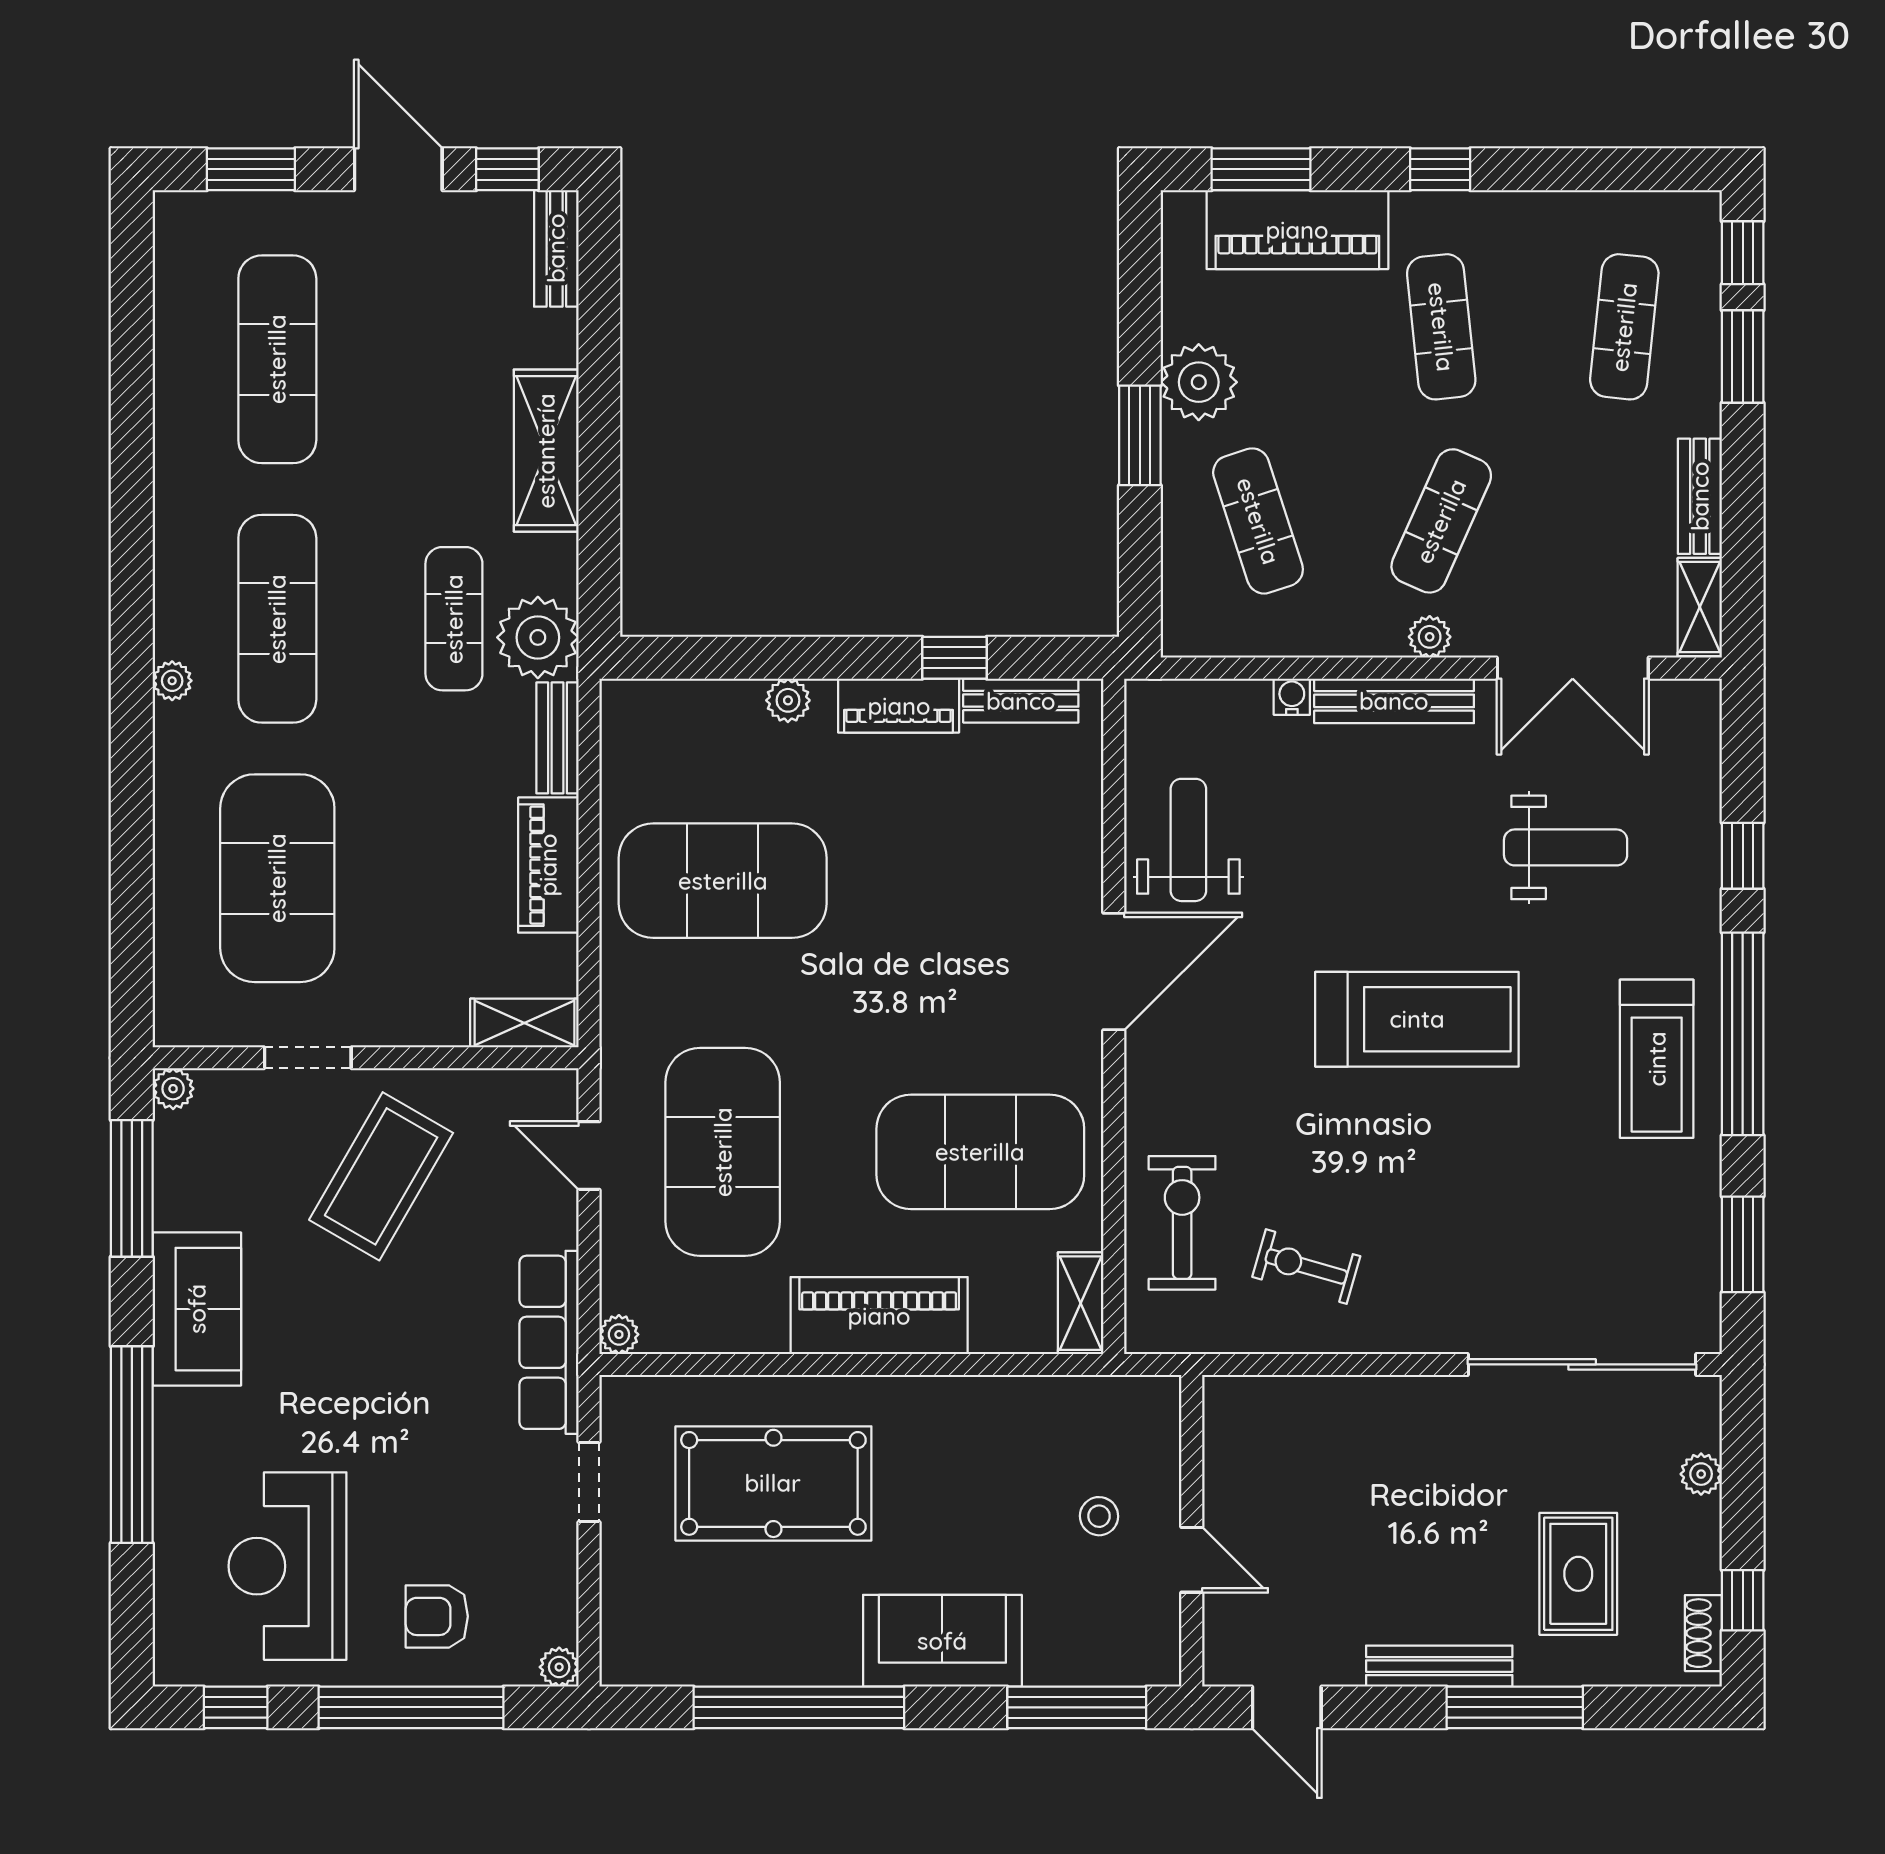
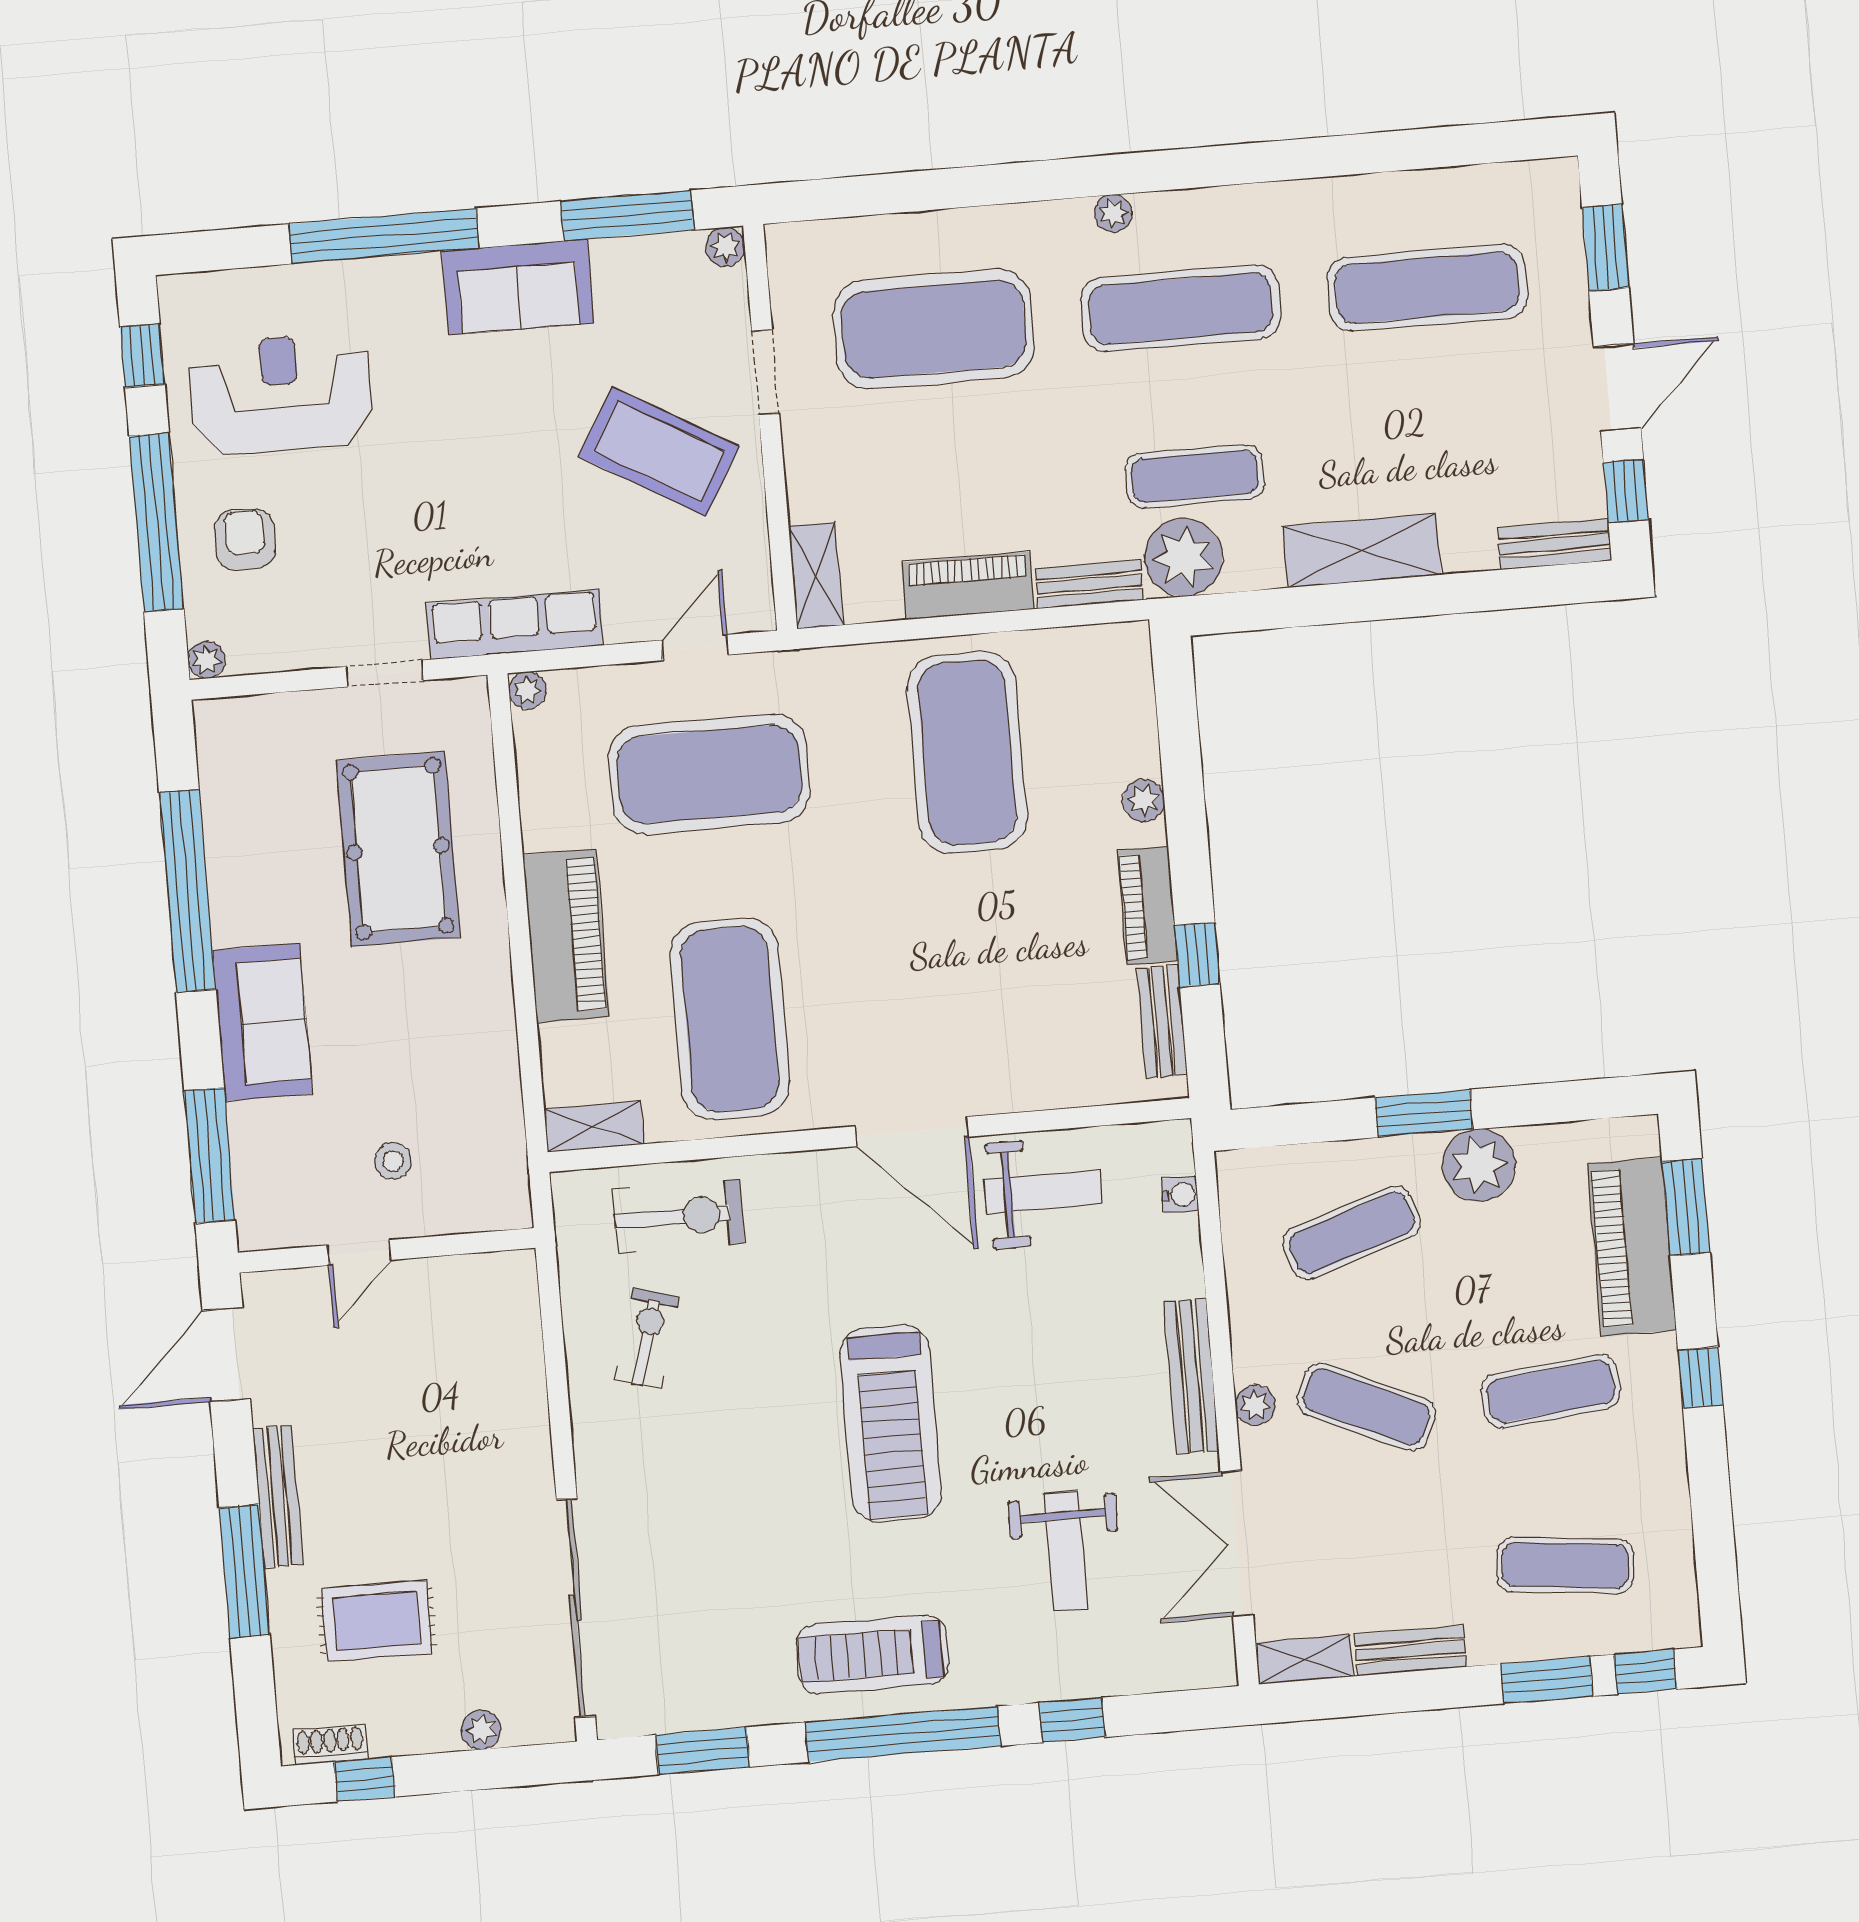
water cooler: (1292, 697) -> (1180, 1195), moved
door: (1287, 1707) -> (226, 1355), width x1.37

